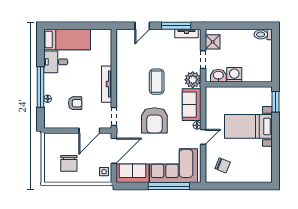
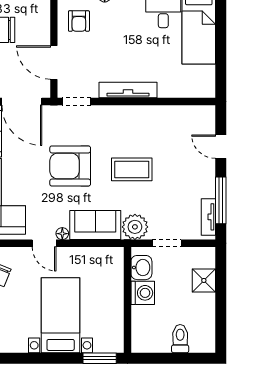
toilet: (263, 34) -> (180, 339), moved
shower: (213, 42) -> (204, 280), moved
armchair: (75, 103) -> (79, 21), moved

